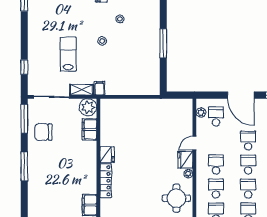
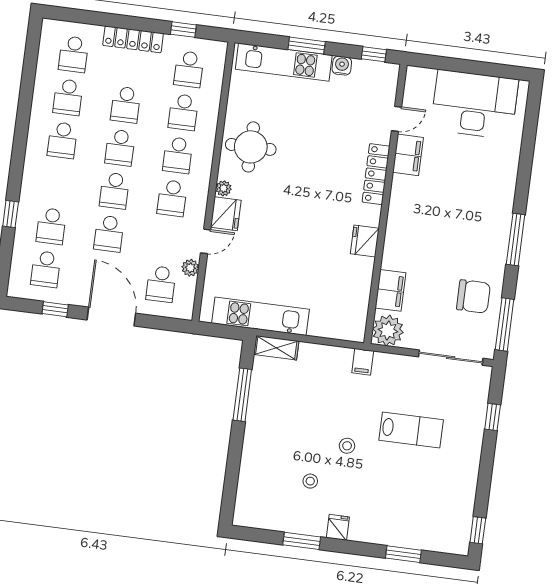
window: (163, 43) -> (242, 395), moved
lab bench: (68, 54) -> (411, 430), turned -90
shelving: (82, 90) -> (276, 348), moved
kitchen unit: (159, 106) -> (260, 316), added
plant: (201, 113) -> (190, 268), moved
locker: (106, 181) -> (376, 174), moved

